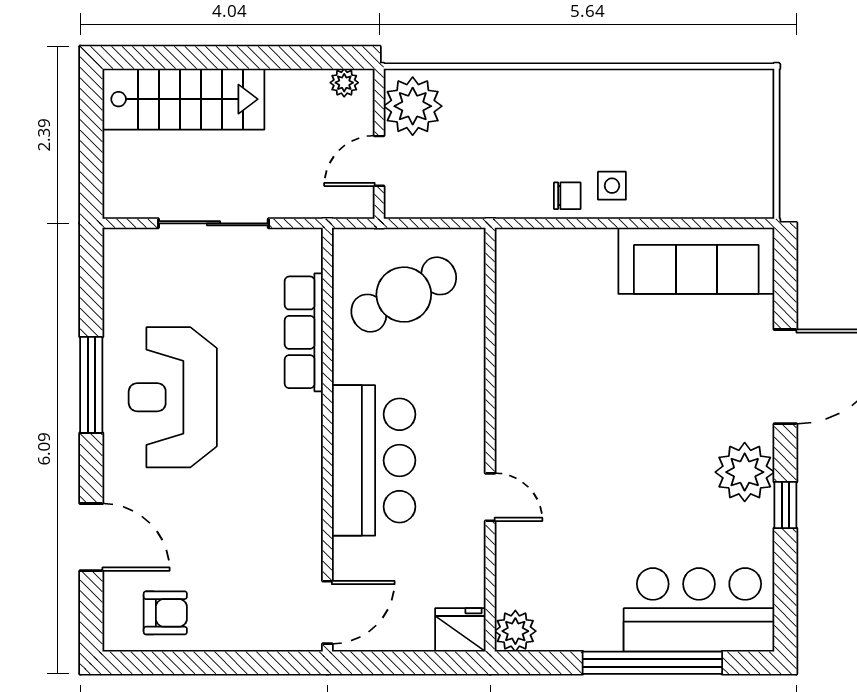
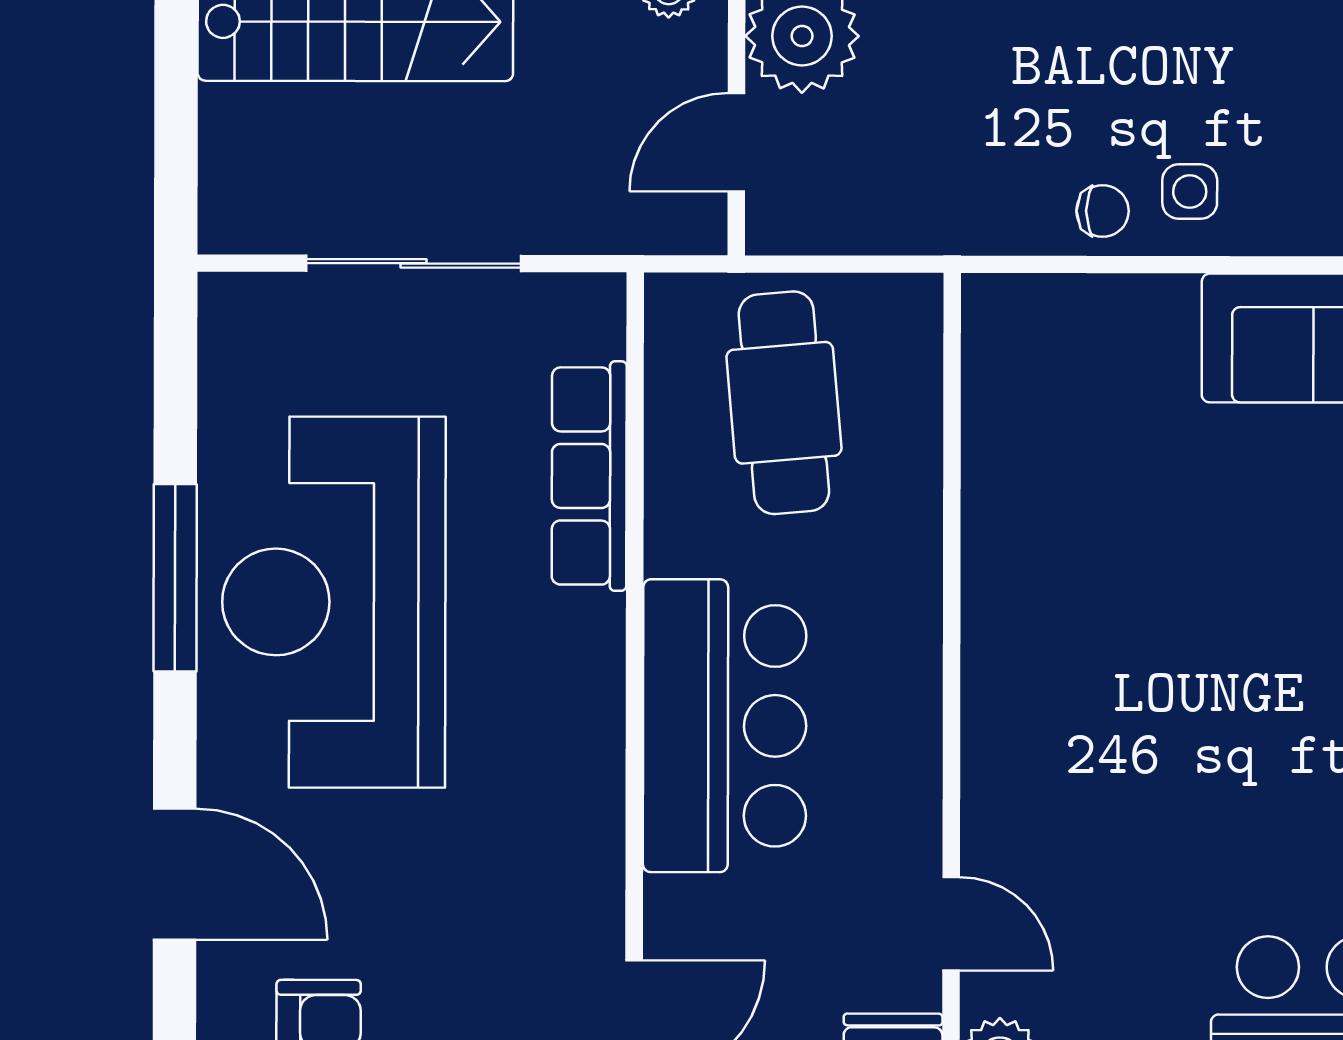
cafe table: (404, 295) -> (784, 403), turned -67
reception desk: (173, 397) -> (334, 602), width x1.36, depth x1.30
door: (490, 497) -> (951, 924), moved

